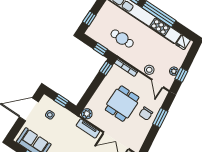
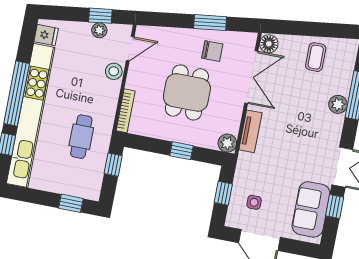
window: (106, 68) -> (181, 151), moved
dining table: (122, 104) -> (187, 92), turned 90
chair: (146, 114) -> (212, 51), moved
window: (160, 118) -> (210, 23), moved

